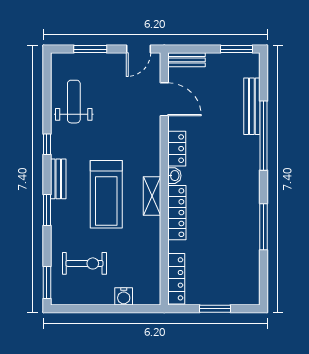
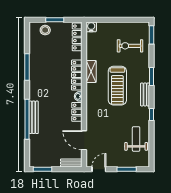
weight bench: (74, 102) -> (136, 139), turned 180
bench: (252, 106) -> (34, 117), moved
treadmill: (106, 194) -> (117, 86), turned 180
shelving: (152, 196) -> (91, 71), moved
stool: (232, 291) -> (45, 30), added
water cooler: (124, 296) -> (91, 27), moved

